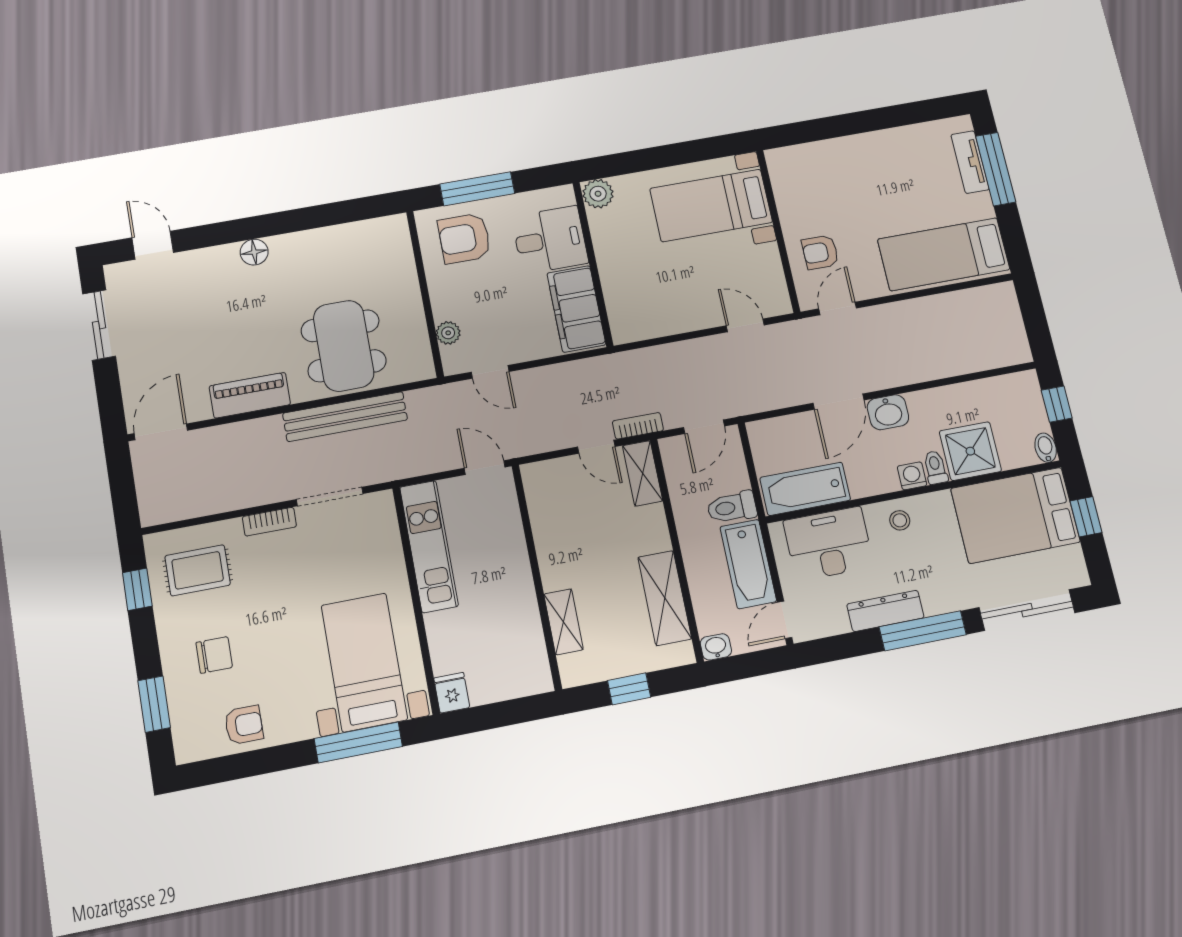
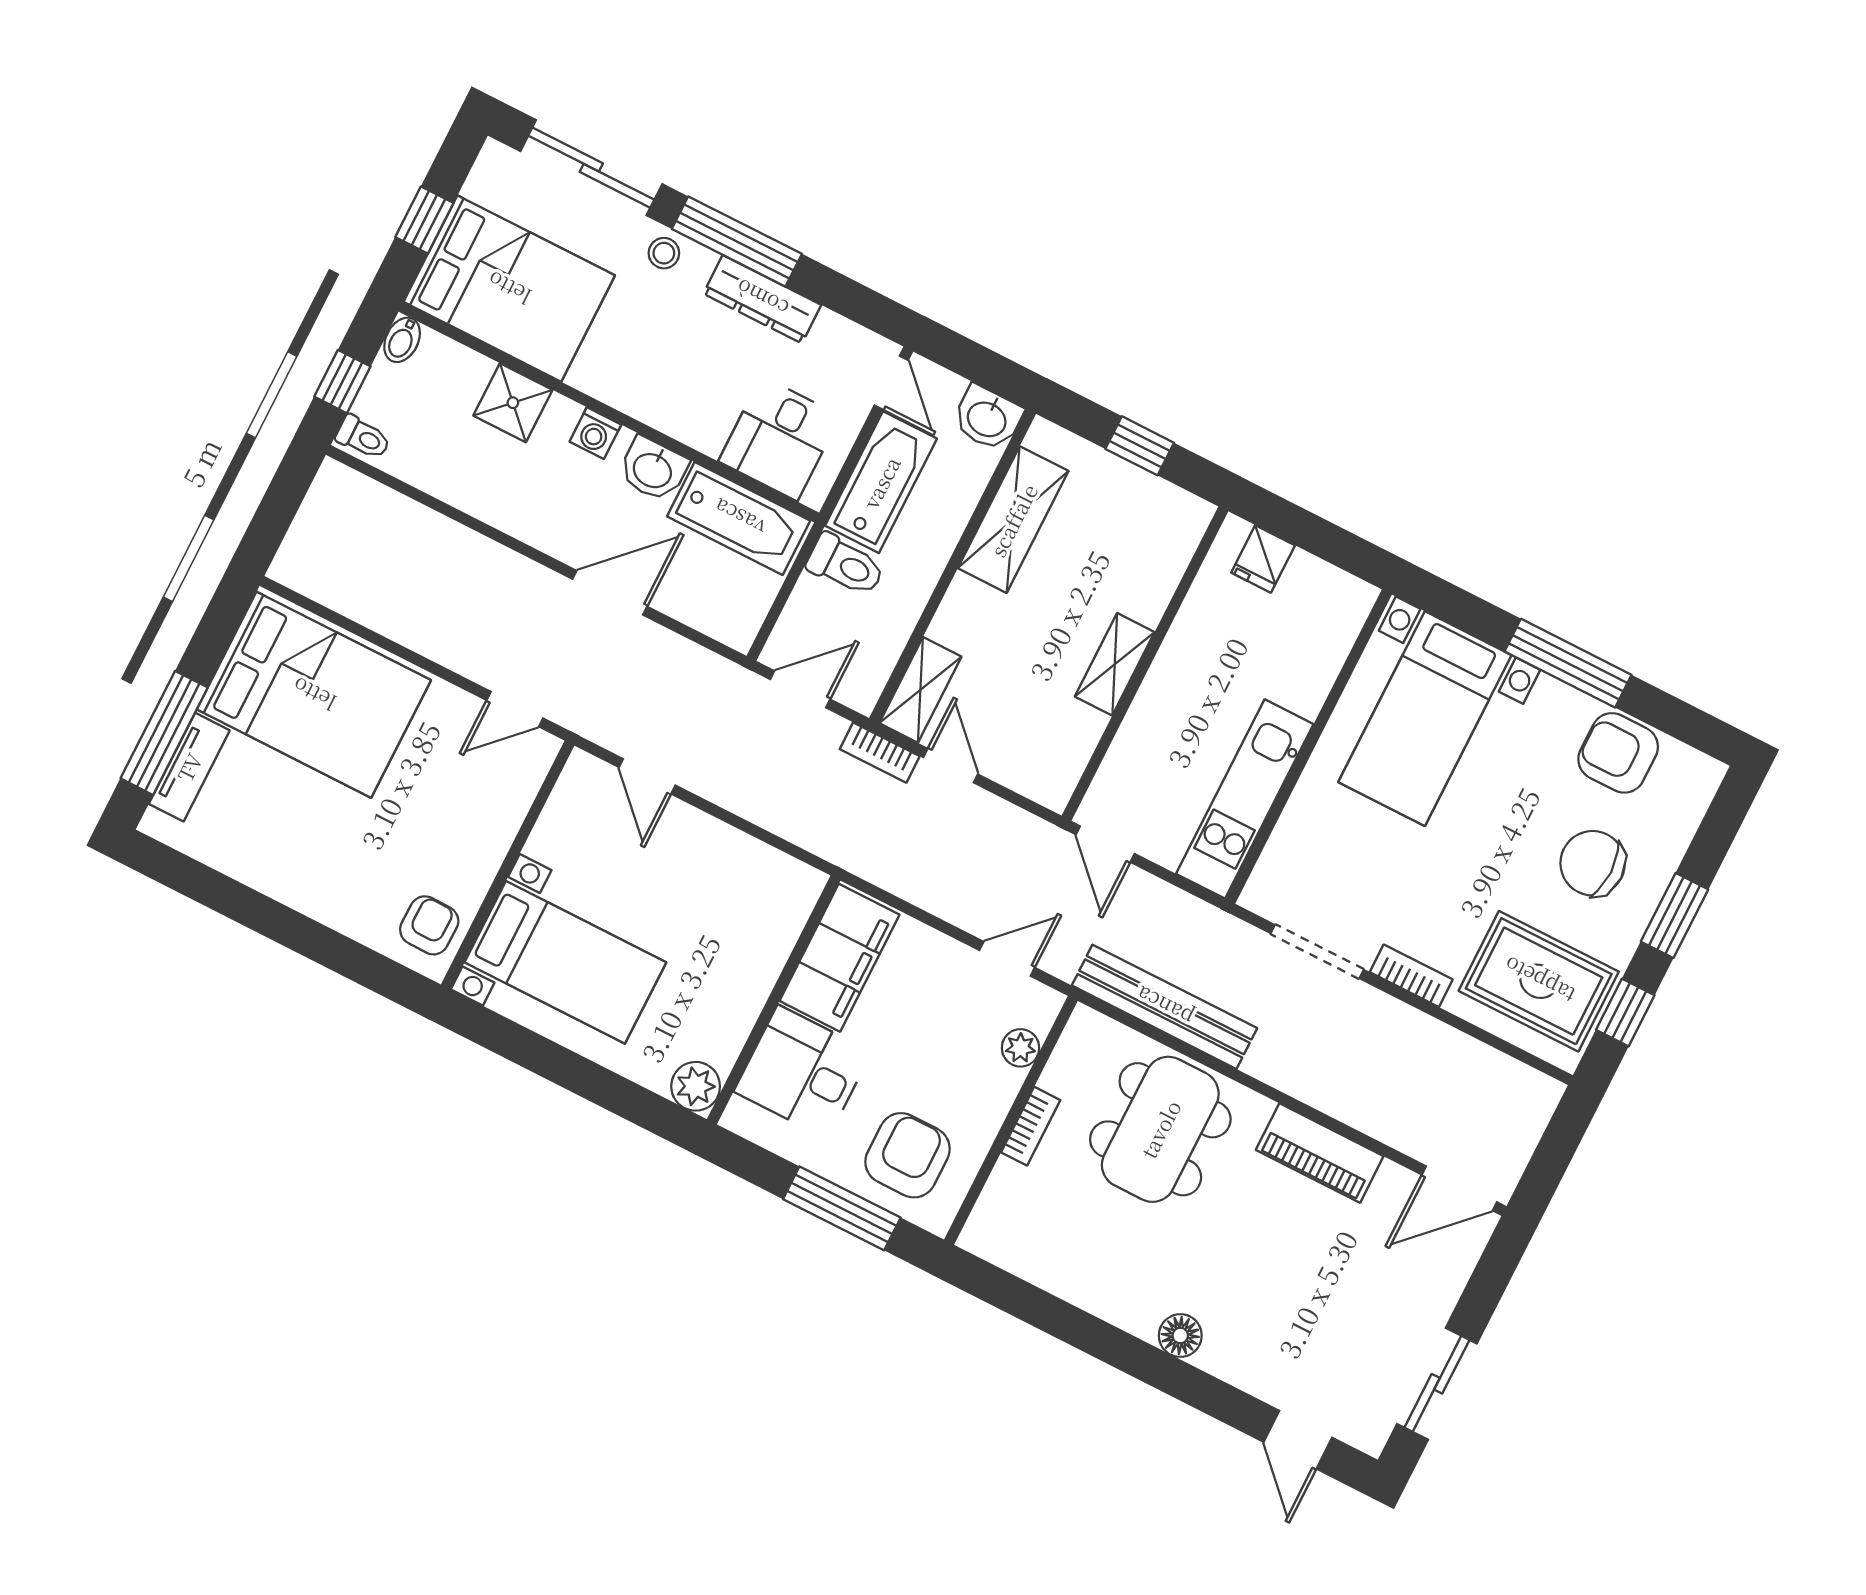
armchair: (464, 238) -> (908, 1155), turned -90
armchair: (820, 252) -> (429, 925), moved, turned -89
bed: (944, 254) -> (314, 695), width x1.50
bookcase: (412, 298) -> (1031, 1126), added
door: (490, 372) -> (1007, 959), hinge flipped
washbasin: (888, 412) -> (653, 469), moved, turned 180
bench: (345, 417) -> (1164, 1007), moved
shower: (970, 451) -> (513, 403), width x0.73, depth x0.73
toilet: (935, 467) -> (363, 437), moved, turned -90
stool: (900, 520) -> (664, 253), moved
desk: (829, 544) -> (779, 439), width x0.73
rug: (198, 570) -> (1539, 981), width x1.36, depth x1.43
door: (785, 620) -> (891, 383), hinge flipped
shelving: (563, 622) -> (1115, 664), moved
washbasin: (716, 647) -> (987, 418), width x1.38, depth x1.45
chair: (214, 655) -> (1593, 863), width x1.37, depth x1.37
fridge: (452, 693) -> (1263, 559), moved
window: (154, 704) -> (1675, 915), moved
armchair: (244, 725) -> (1618, 753), width x1.38, depth x1.38
window: (358, 742) -> (1568, 663), moved

